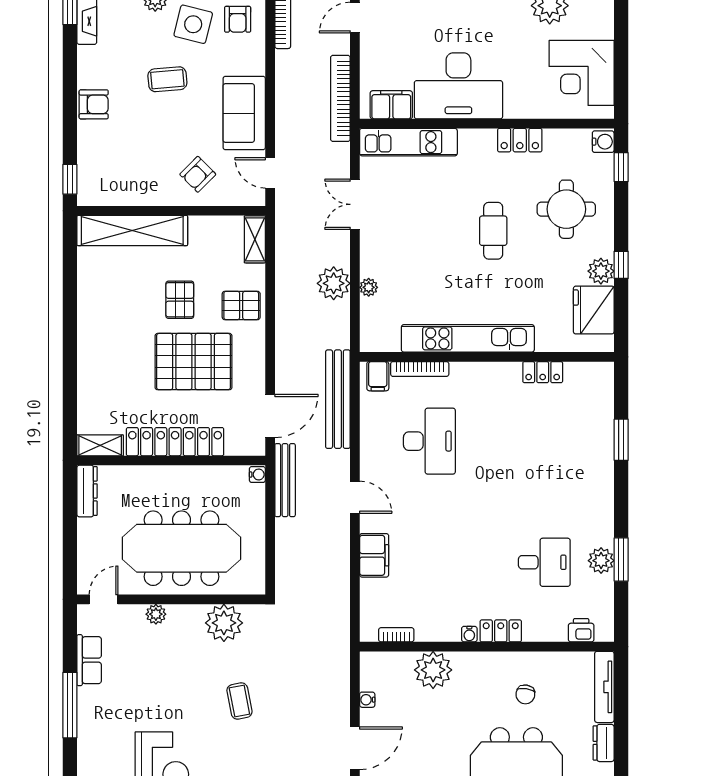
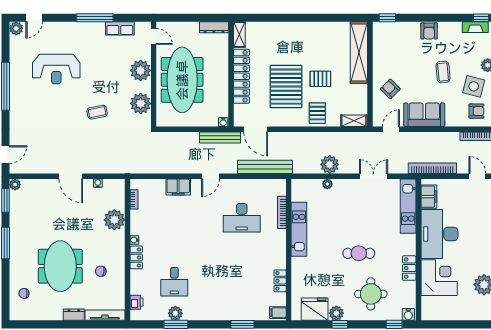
armchair: (238, 19) -> (476, 111), turned 180
corner desk: (582, 73) -> (439, 278), moved, turned 90
kitchen unit: (468, 338) -> (299, 229), width x0.73
filing cabinet: (378, 376) -> (278, 313), moved
plant: (156, 614) -> (141, 70), width x1.88, depth x1.88

